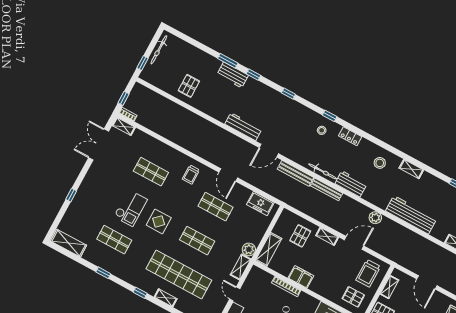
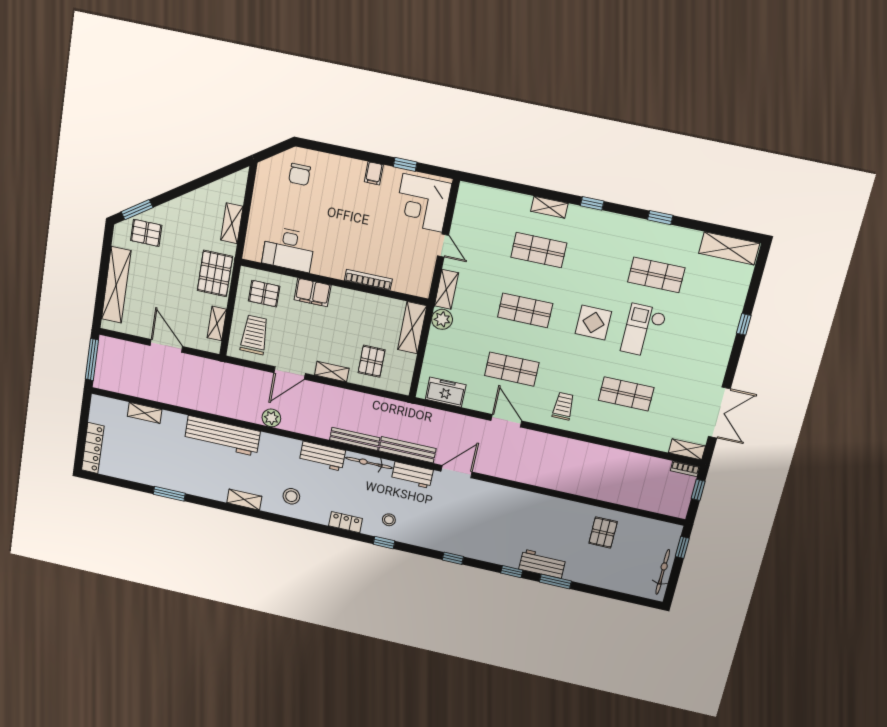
workbench: (243, 127) -> (412, 475), moved, width x0.73
shop shelf: (179, 274) -> (539, 250), width x0.50, depth x0.74
filing cabinet: (301, 277) -> (313, 292), moved

